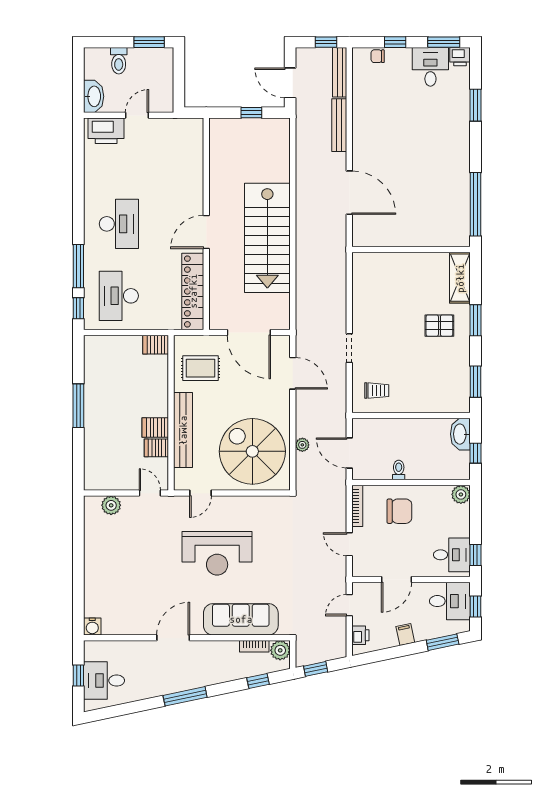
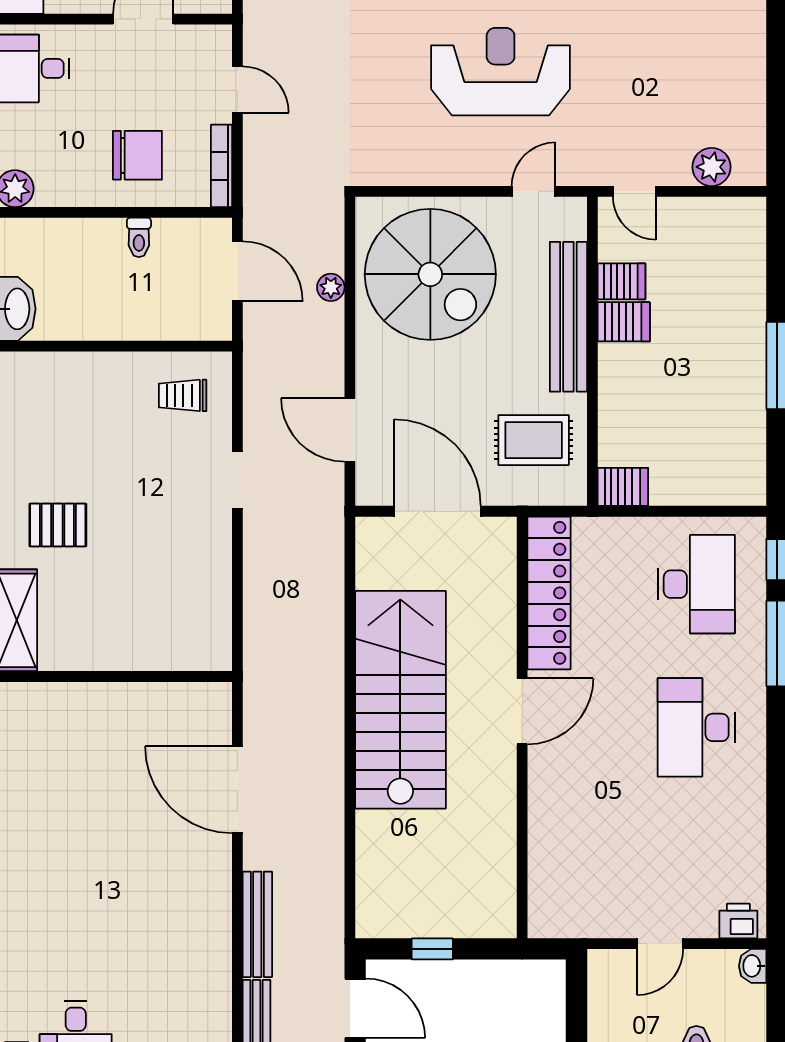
washbasin: (94, 96) -> (753, 966), width x0.52, depth x0.69
printer: (106, 131) -> (738, 921), width x0.53, depth x0.68
chair: (399, 511) -> (137, 155), turned 180

